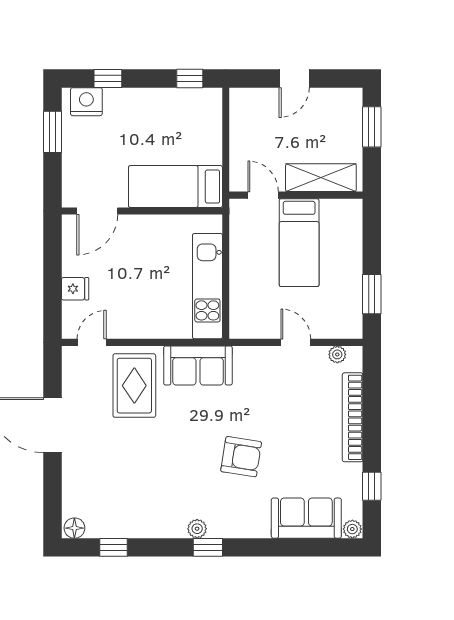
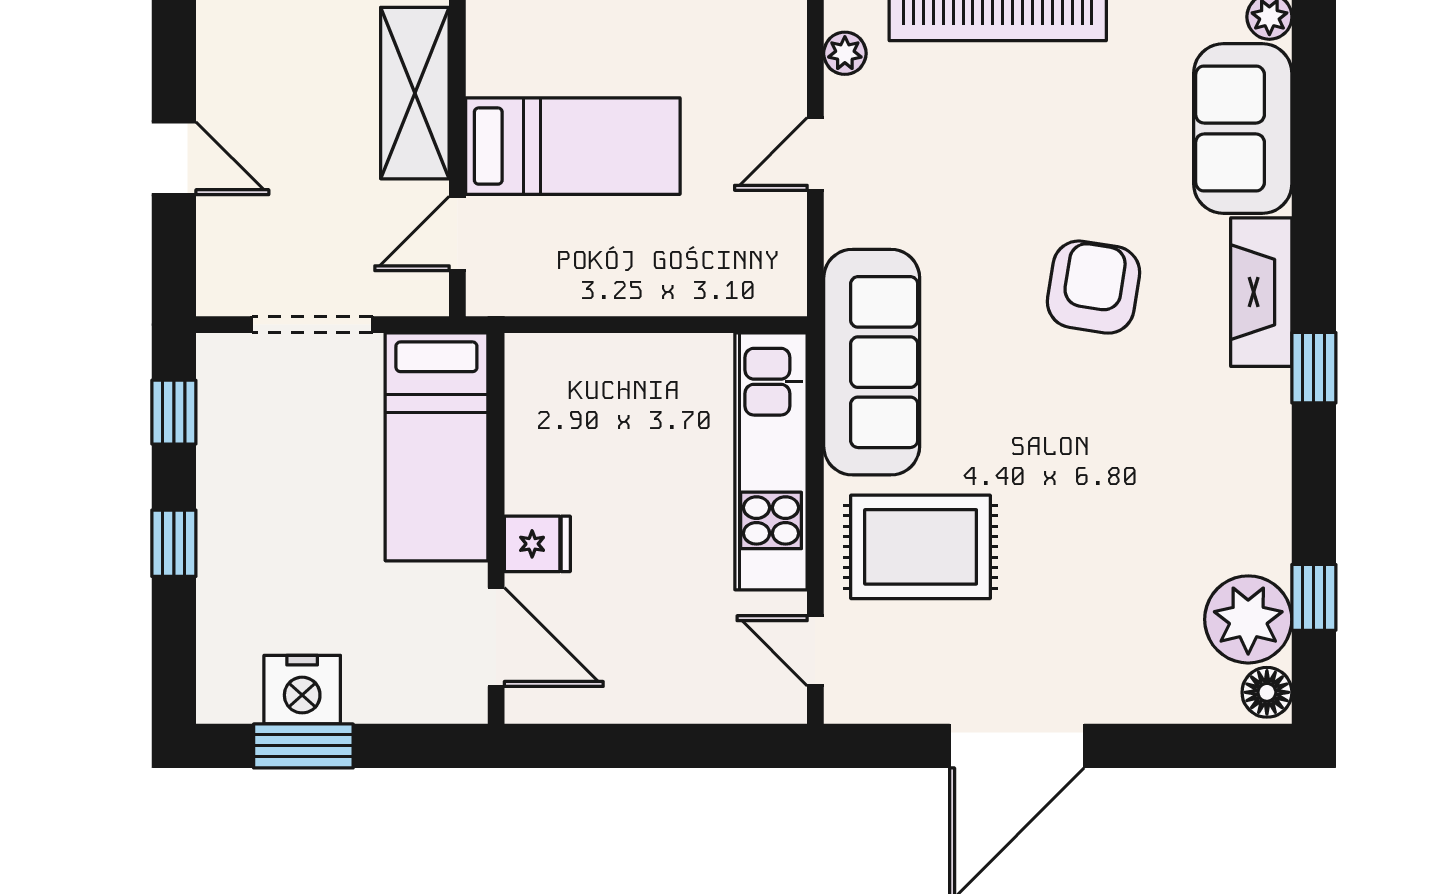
window: (108, 79) -> (174, 543), moved
nightstand: (86, 102) -> (302, 690), moved, turned -90
doorway: (226, 135) -> (312, 325), added
kitchen unit: (207, 286) -> (771, 461), moved, turned 90
fridge: (75, 289) -> (537, 544), moved, turned 90
sofa: (198, 365) -> (872, 362), width x1.36
fireplace: (239, 526) -> (1261, 292), added
plant: (197, 529) -> (1248, 619), moved, width x1.88, depth x1.88

